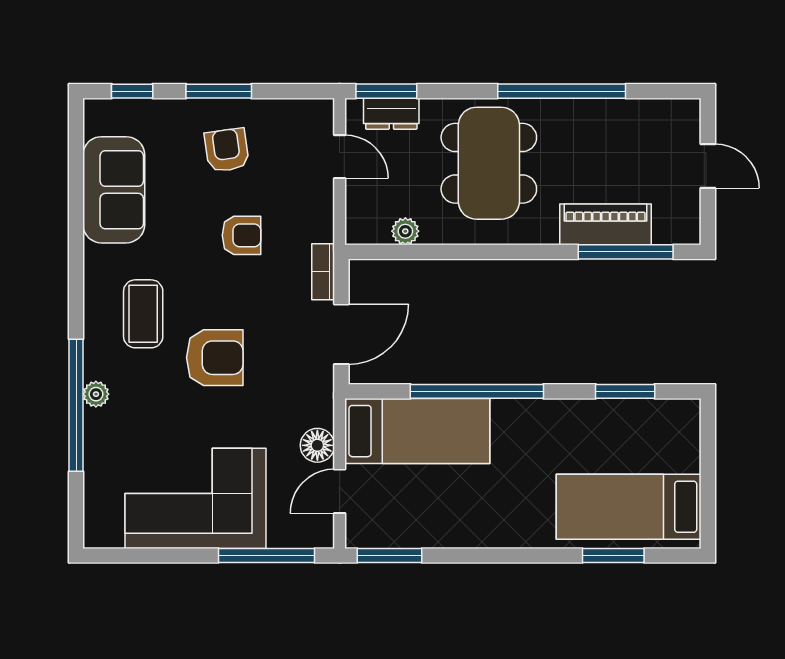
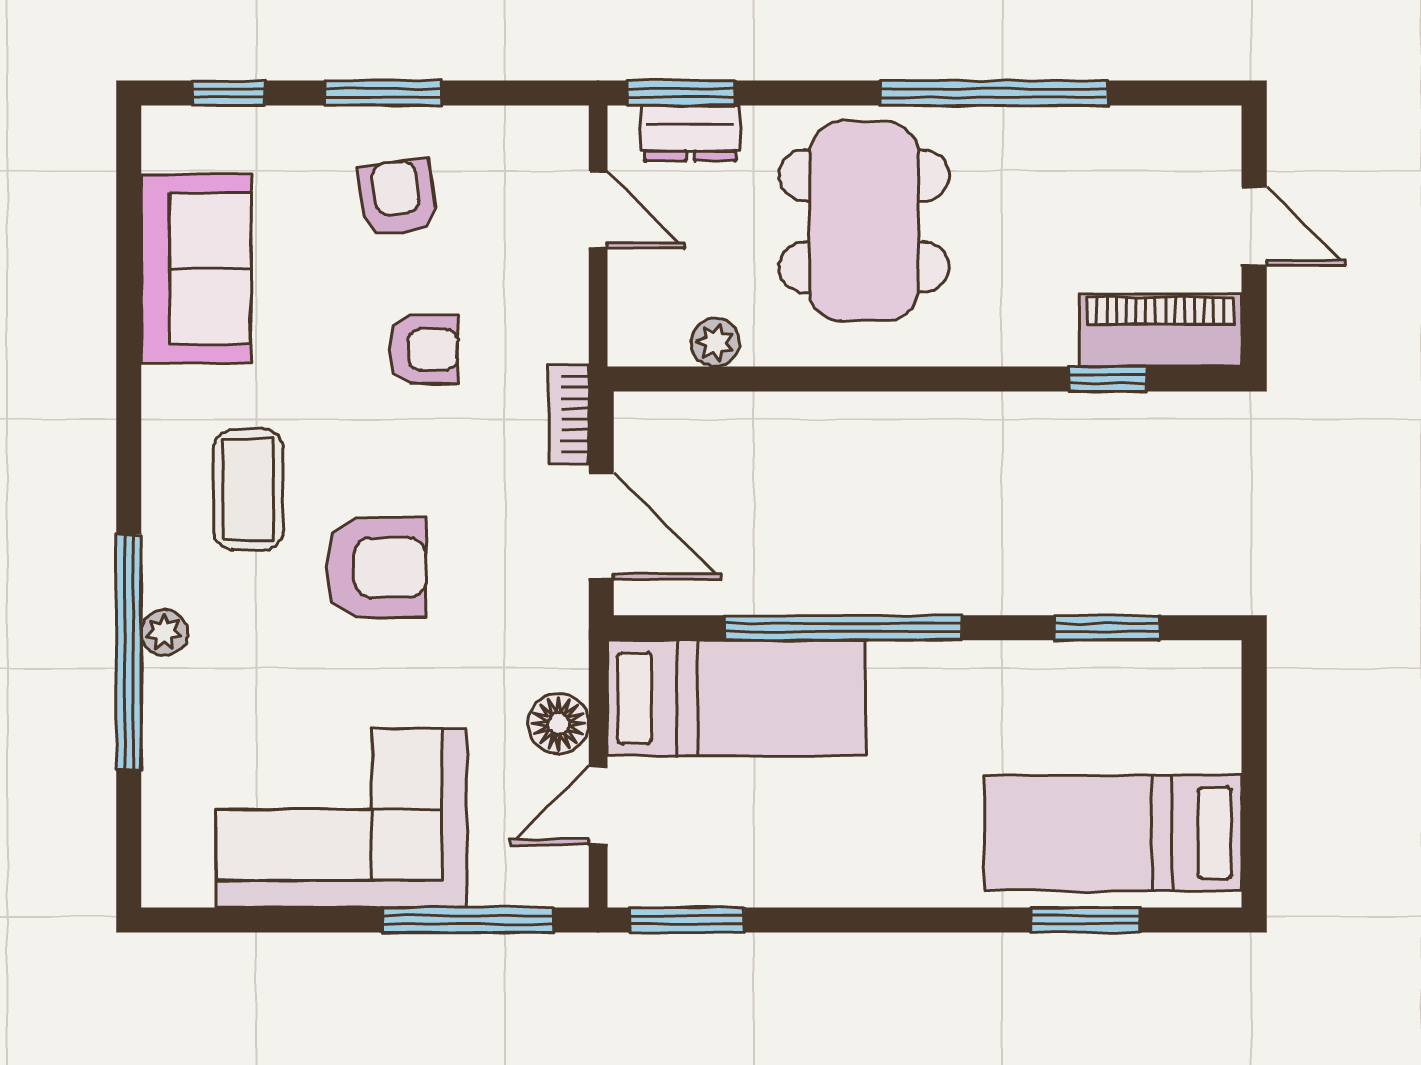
piano: (606, 224) -> (1160, 330), moved
window: (626, 252) -> (1108, 379), width x0.46
door: (341, 334) -> (601, 526), hinge flipped

